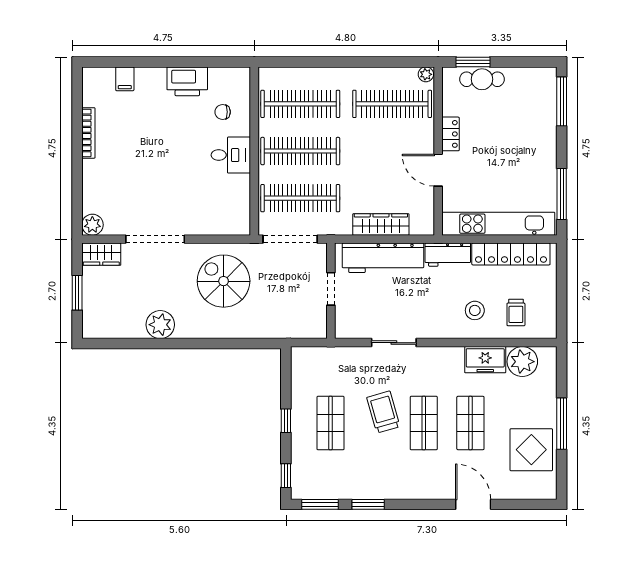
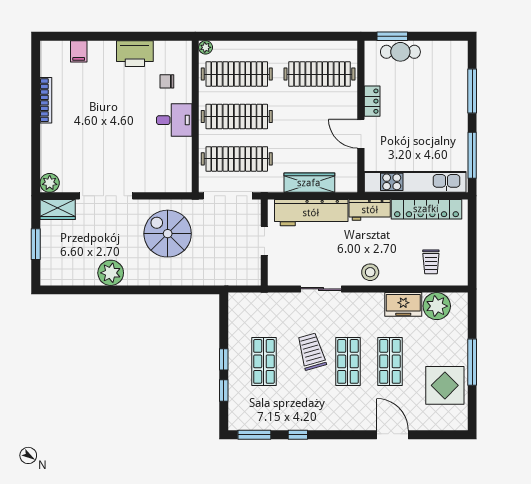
plant: (426, 74) -> (206, 47), moved
window: (562, 101) -> (472, 91), moved
stool: (475, 310) -> (370, 272), moved
window: (286, 476) -> (224, 391), moved
window: (368, 504) -> (298, 435), width x0.67

